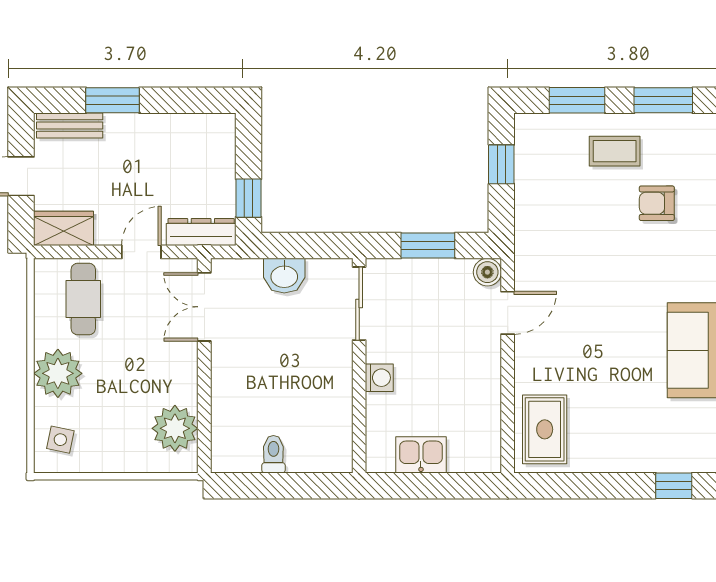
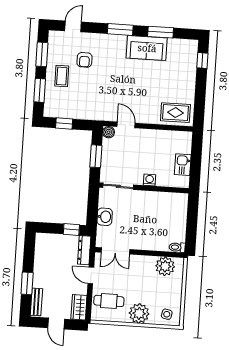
toilet: (273, 454) -> (177, 247), moved

